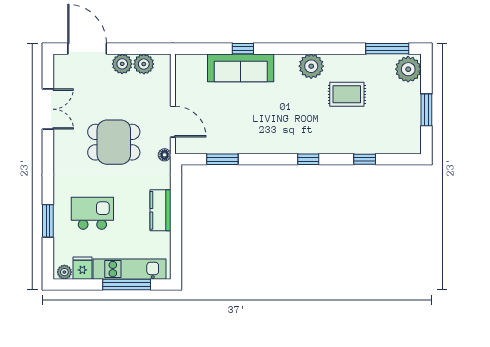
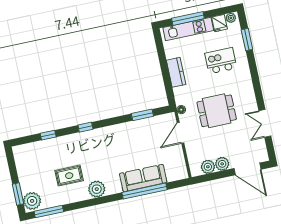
window: (243, 49) -> (144, 191), width x3.17
window: (426, 110) -> (18, 194), moved
door: (173, 122) -> (180, 133), hinge flipped
kitchen island: (92, 213) -> (221, 61), turned 180
window: (48, 221) -> (247, 39), moved

